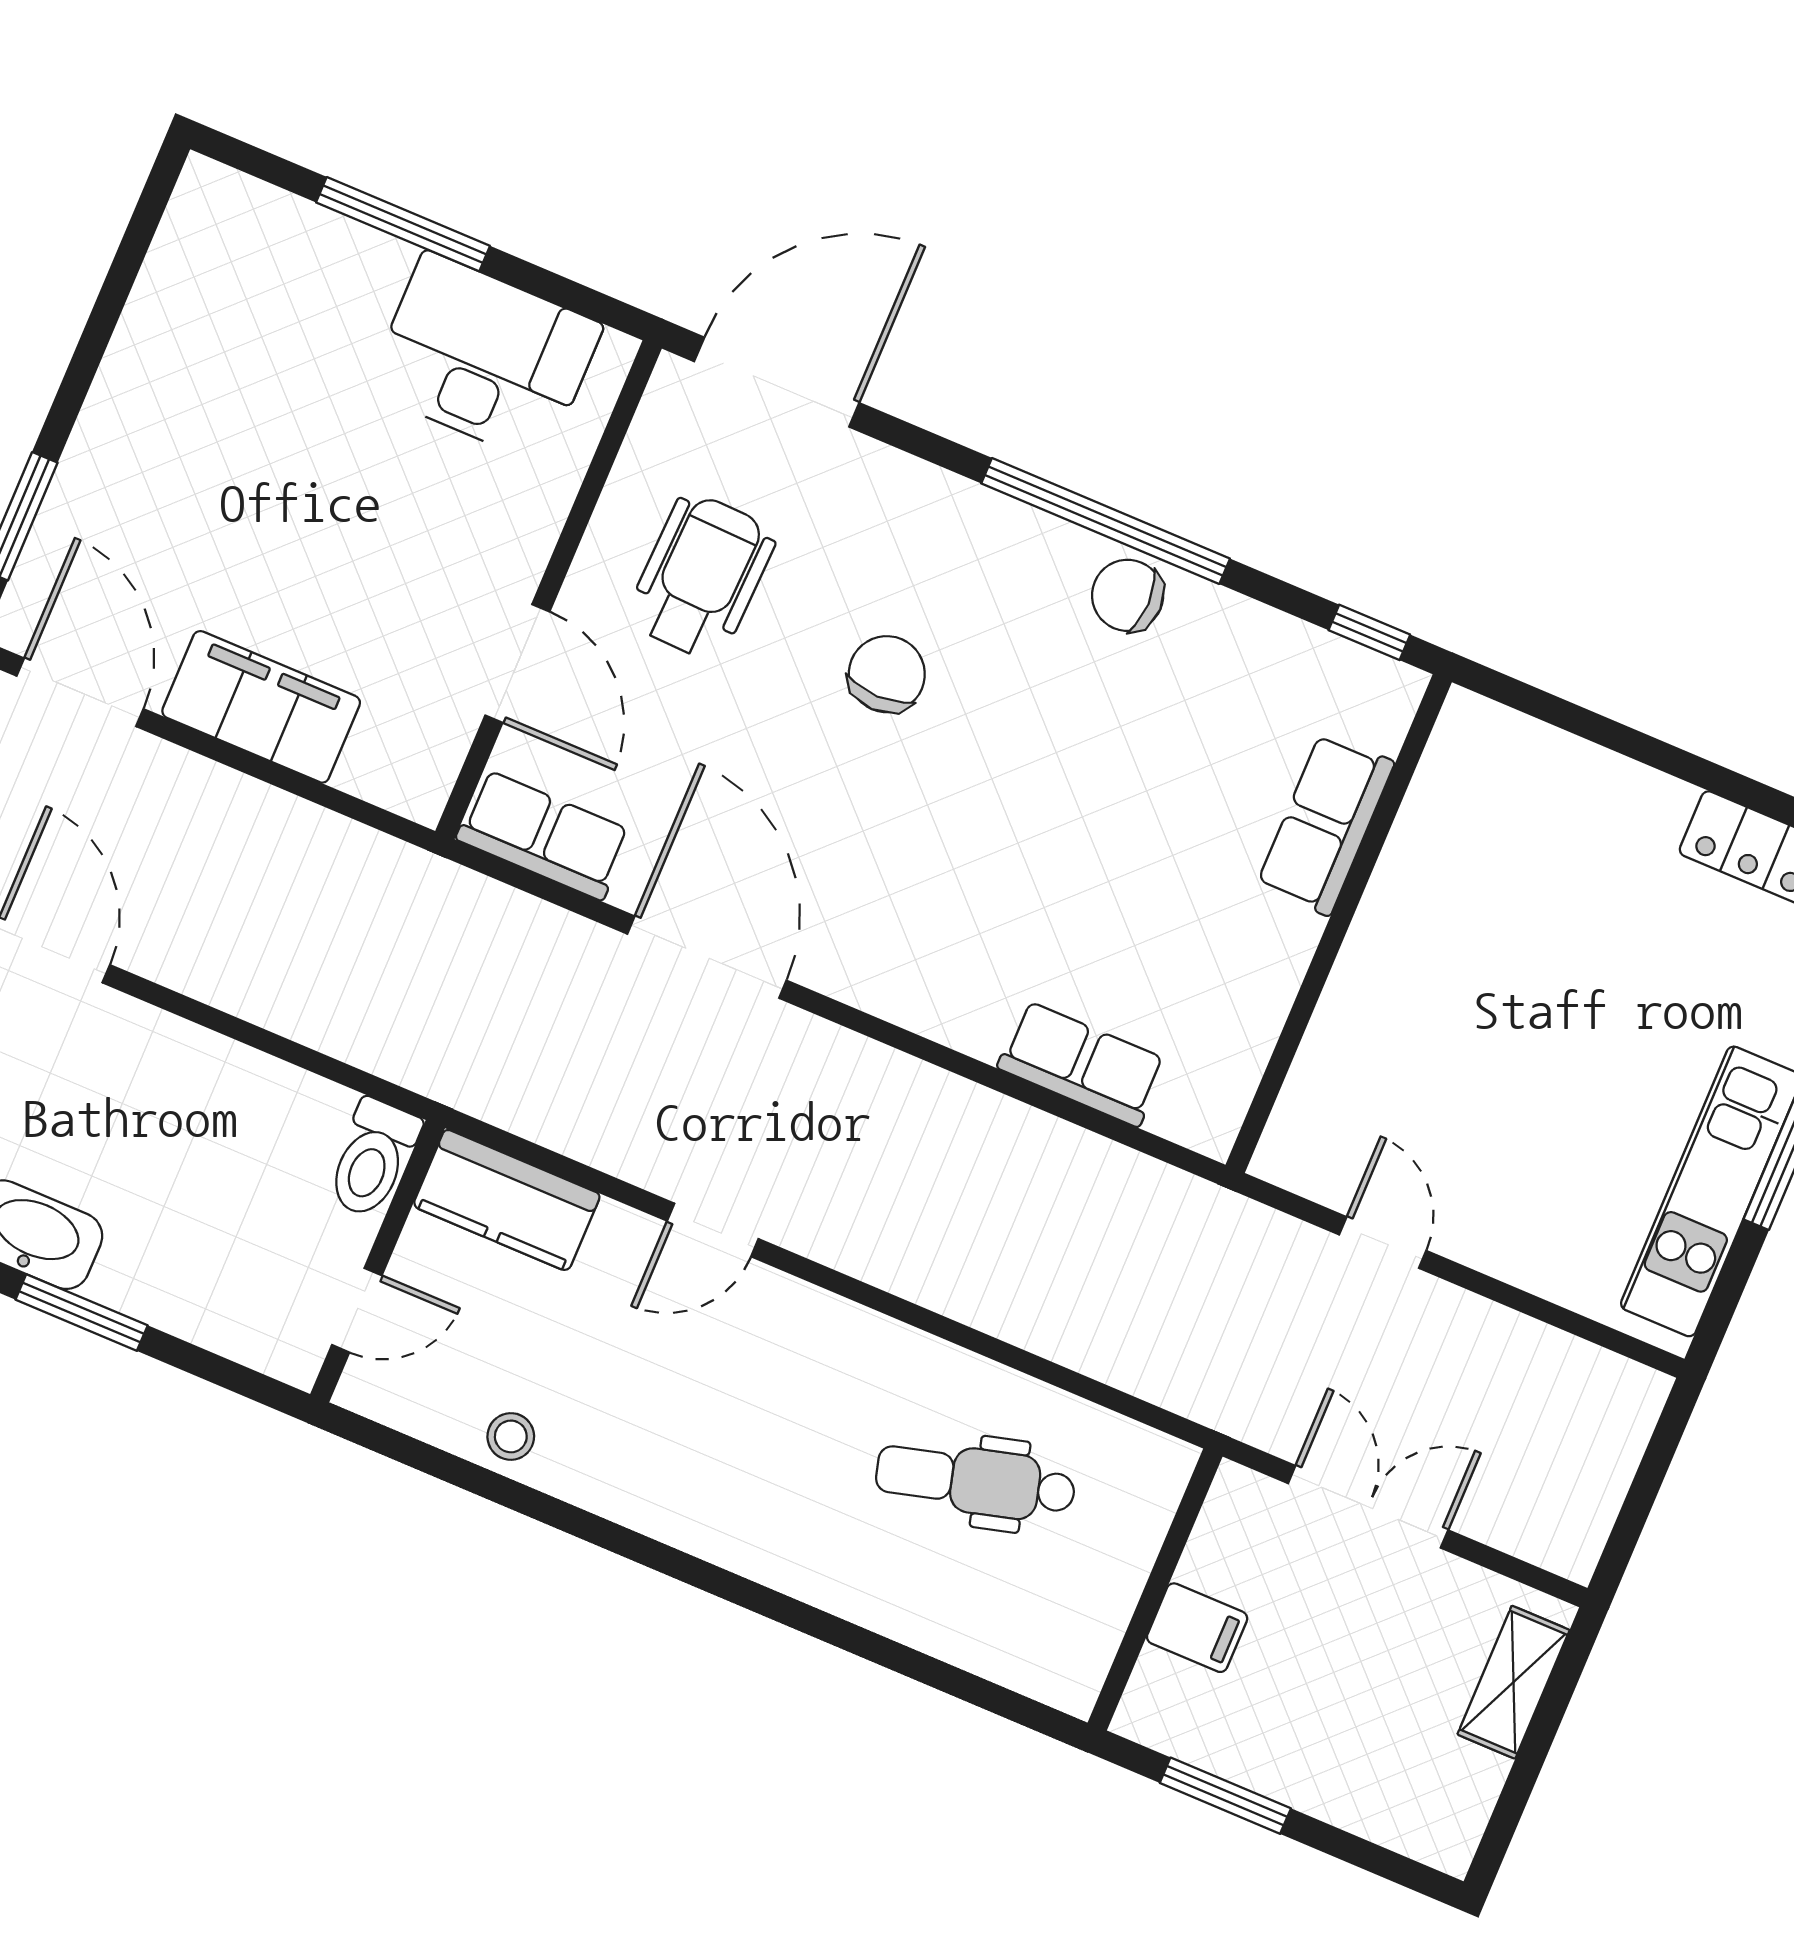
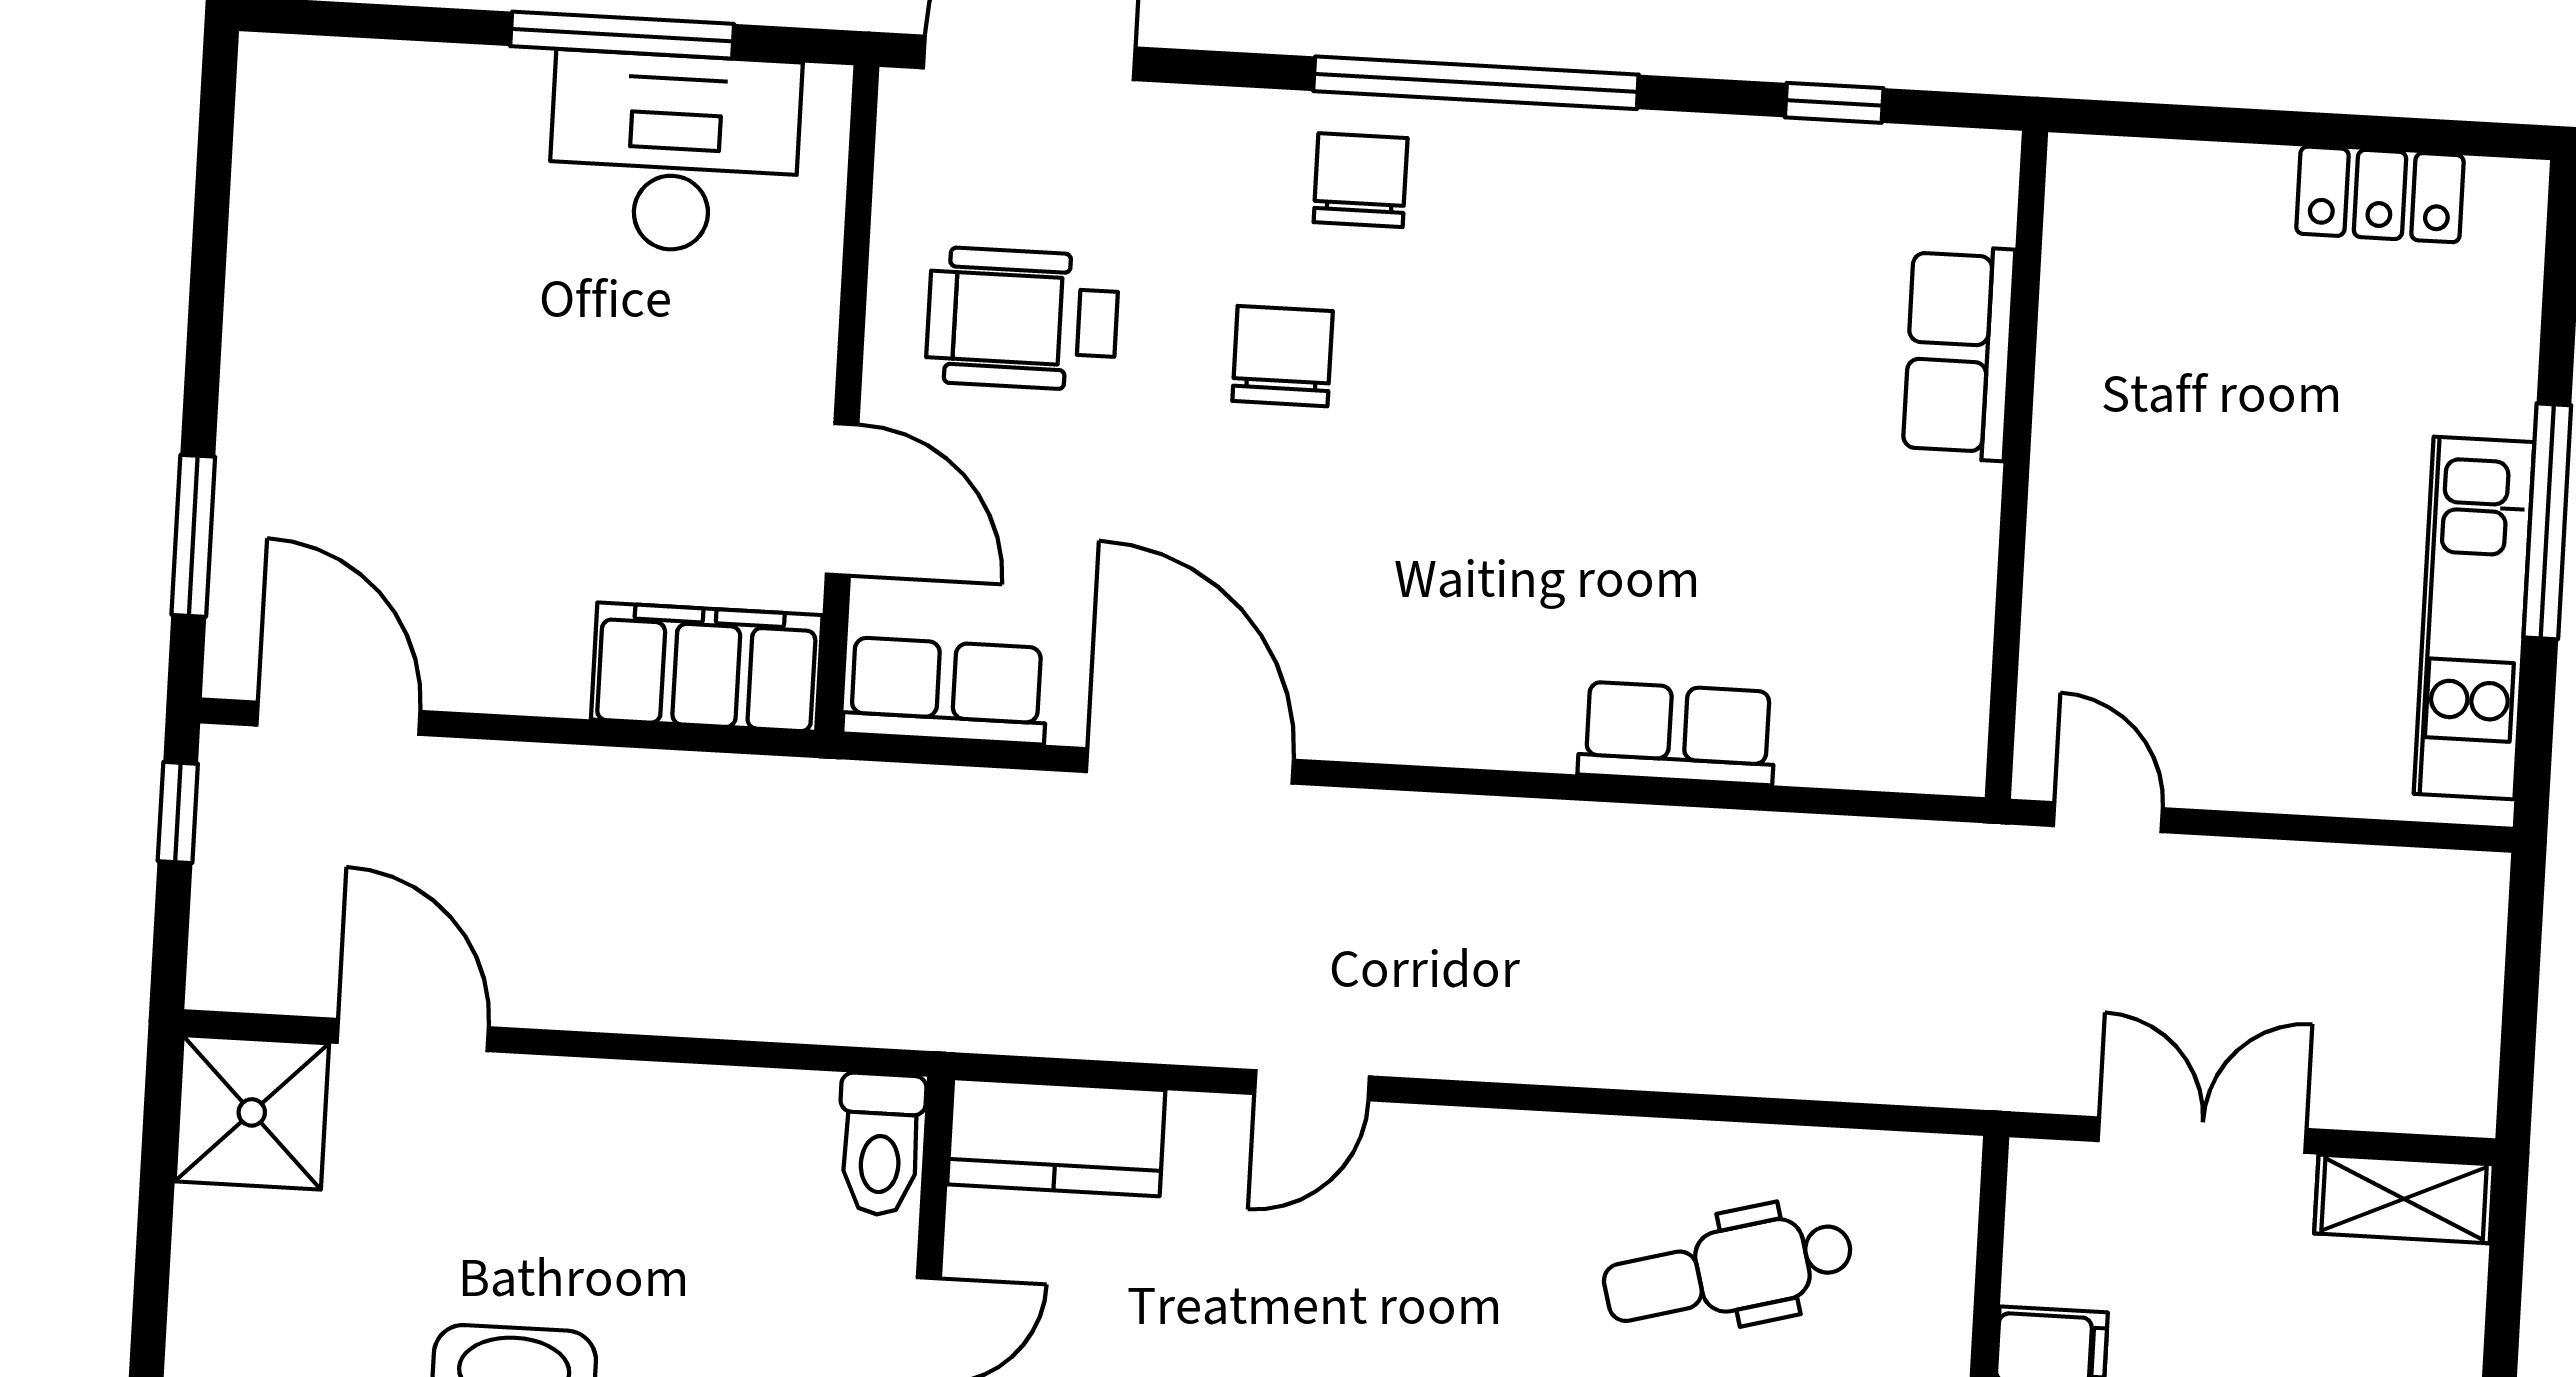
window: (403, 224) -> (622, 35), moved
wheelchair: (701, 576) -> (1022, 319), turned -92
chair: (1128, 595) -> (1361, 180), moved, turned 90
filing cabinet: (261, 707) -> (707, 667), moved
row of seats: (1326, 824) -> (1959, 353), moved
wall: (1339, 924) -> (2016, 465), moved
shelving: (1513, 1682) -> (2404, 1199), moved, turned 90

